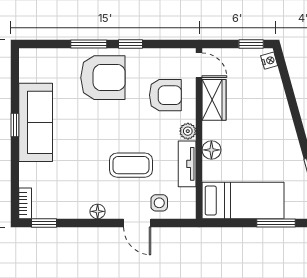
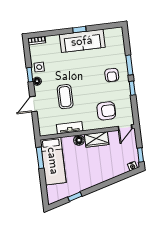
armchair: (103, 78) -> (112, 75), width x0.53, depth x0.53
armchair: (165, 95) -> (106, 111), turned -90
wardrobe: (214, 100) -> (97, 139), moved
plant: (188, 131) -> (88, 126), removed
side table: (159, 203) -> (39, 67), moved
window: (44, 223) -> (30, 75), moved
window: (276, 223) -> (40, 158), moved

